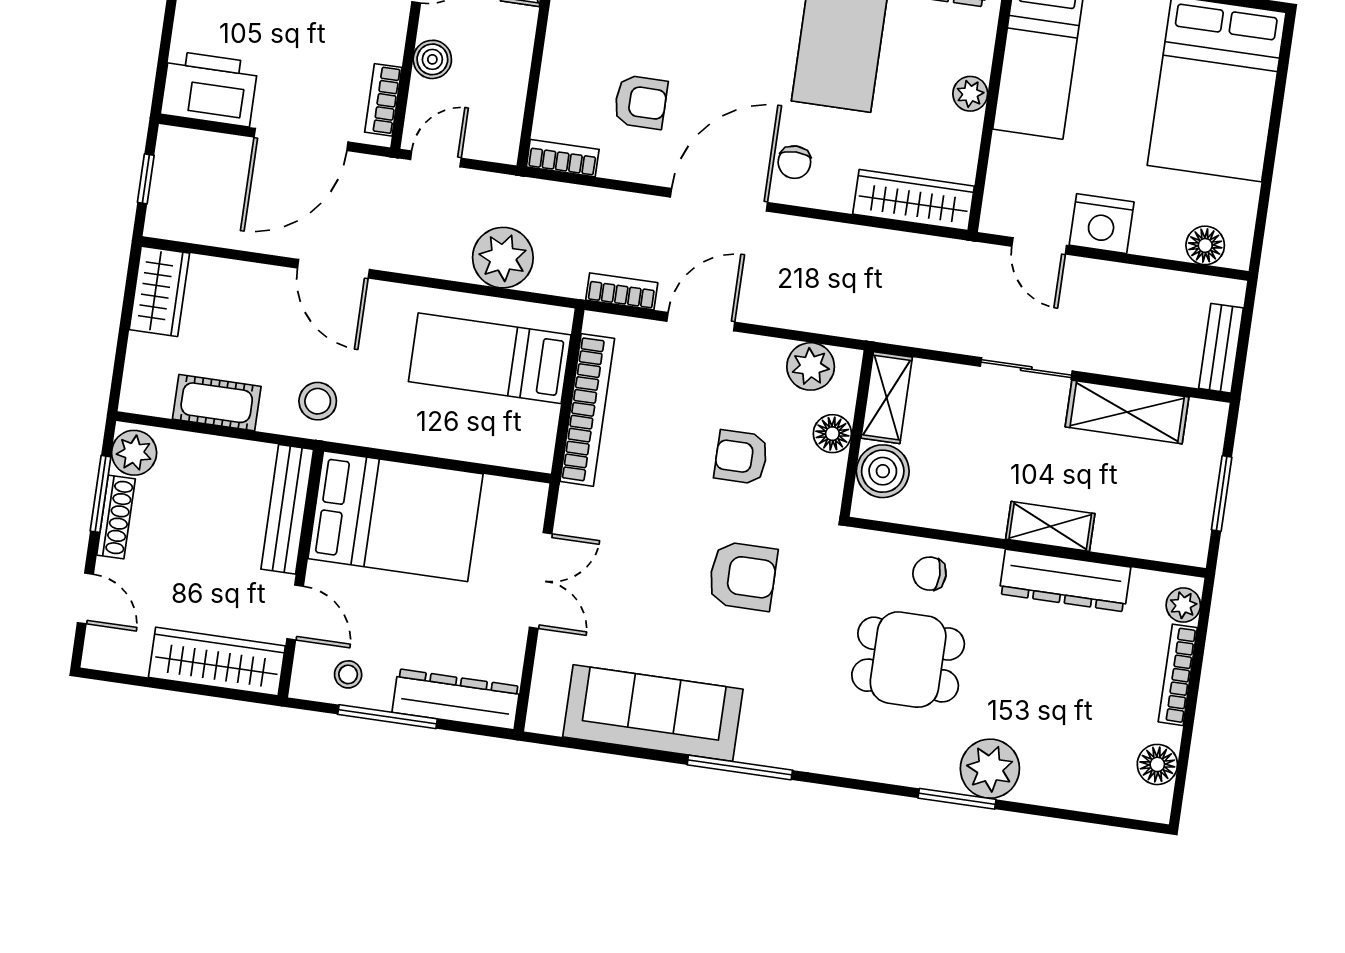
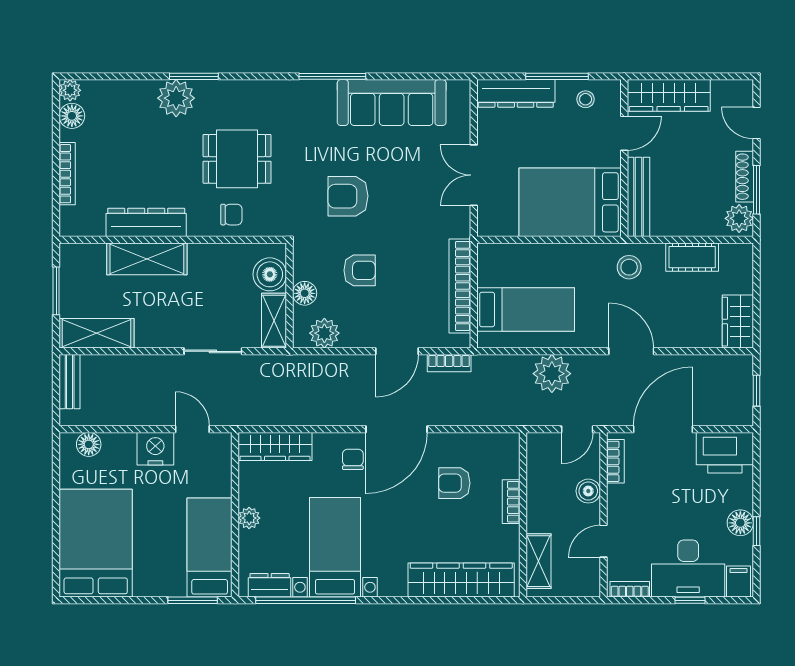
bookcase: (563, 158) -> (511, 502), moved, turned 90
plant: (503, 258) -> (552, 374), moved
sliding door: (1026, 369) -> (213, 351), moved
shelving: (1127, 412) -> (97, 333), moved
shelving: (1050, 526) -> (147, 259), width x1.50, depth x1.33
plant: (1183, 605) -> (70, 90), moved
door: (295, 612) -> (624, 133), swing flipped

